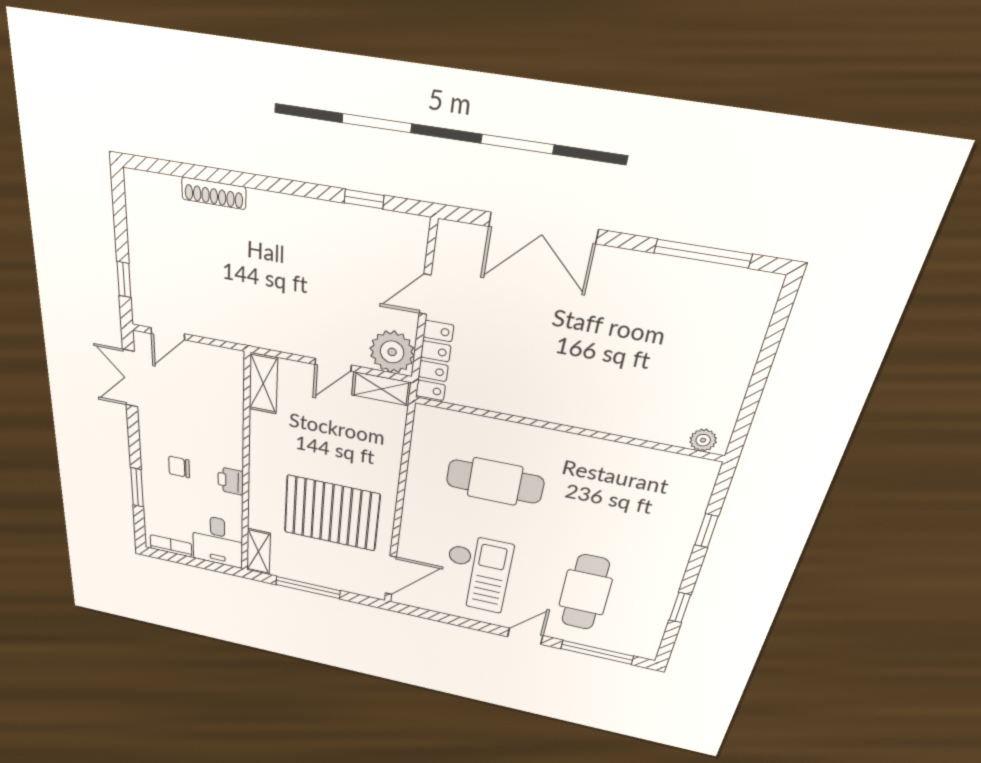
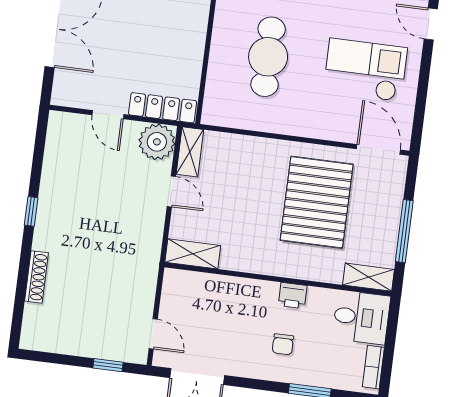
window: (364, 199) -> (31, 211), moved

